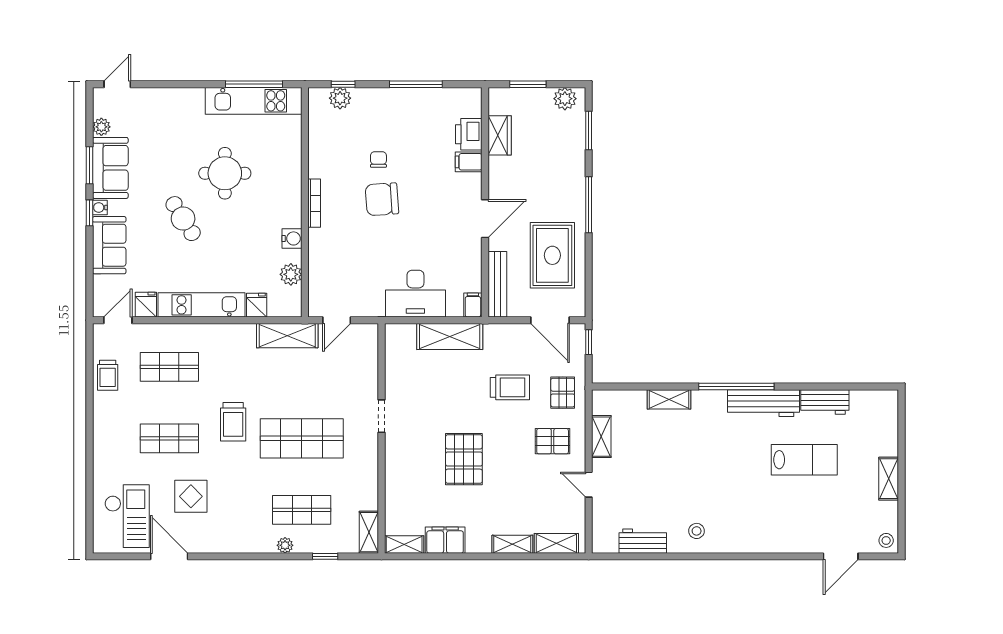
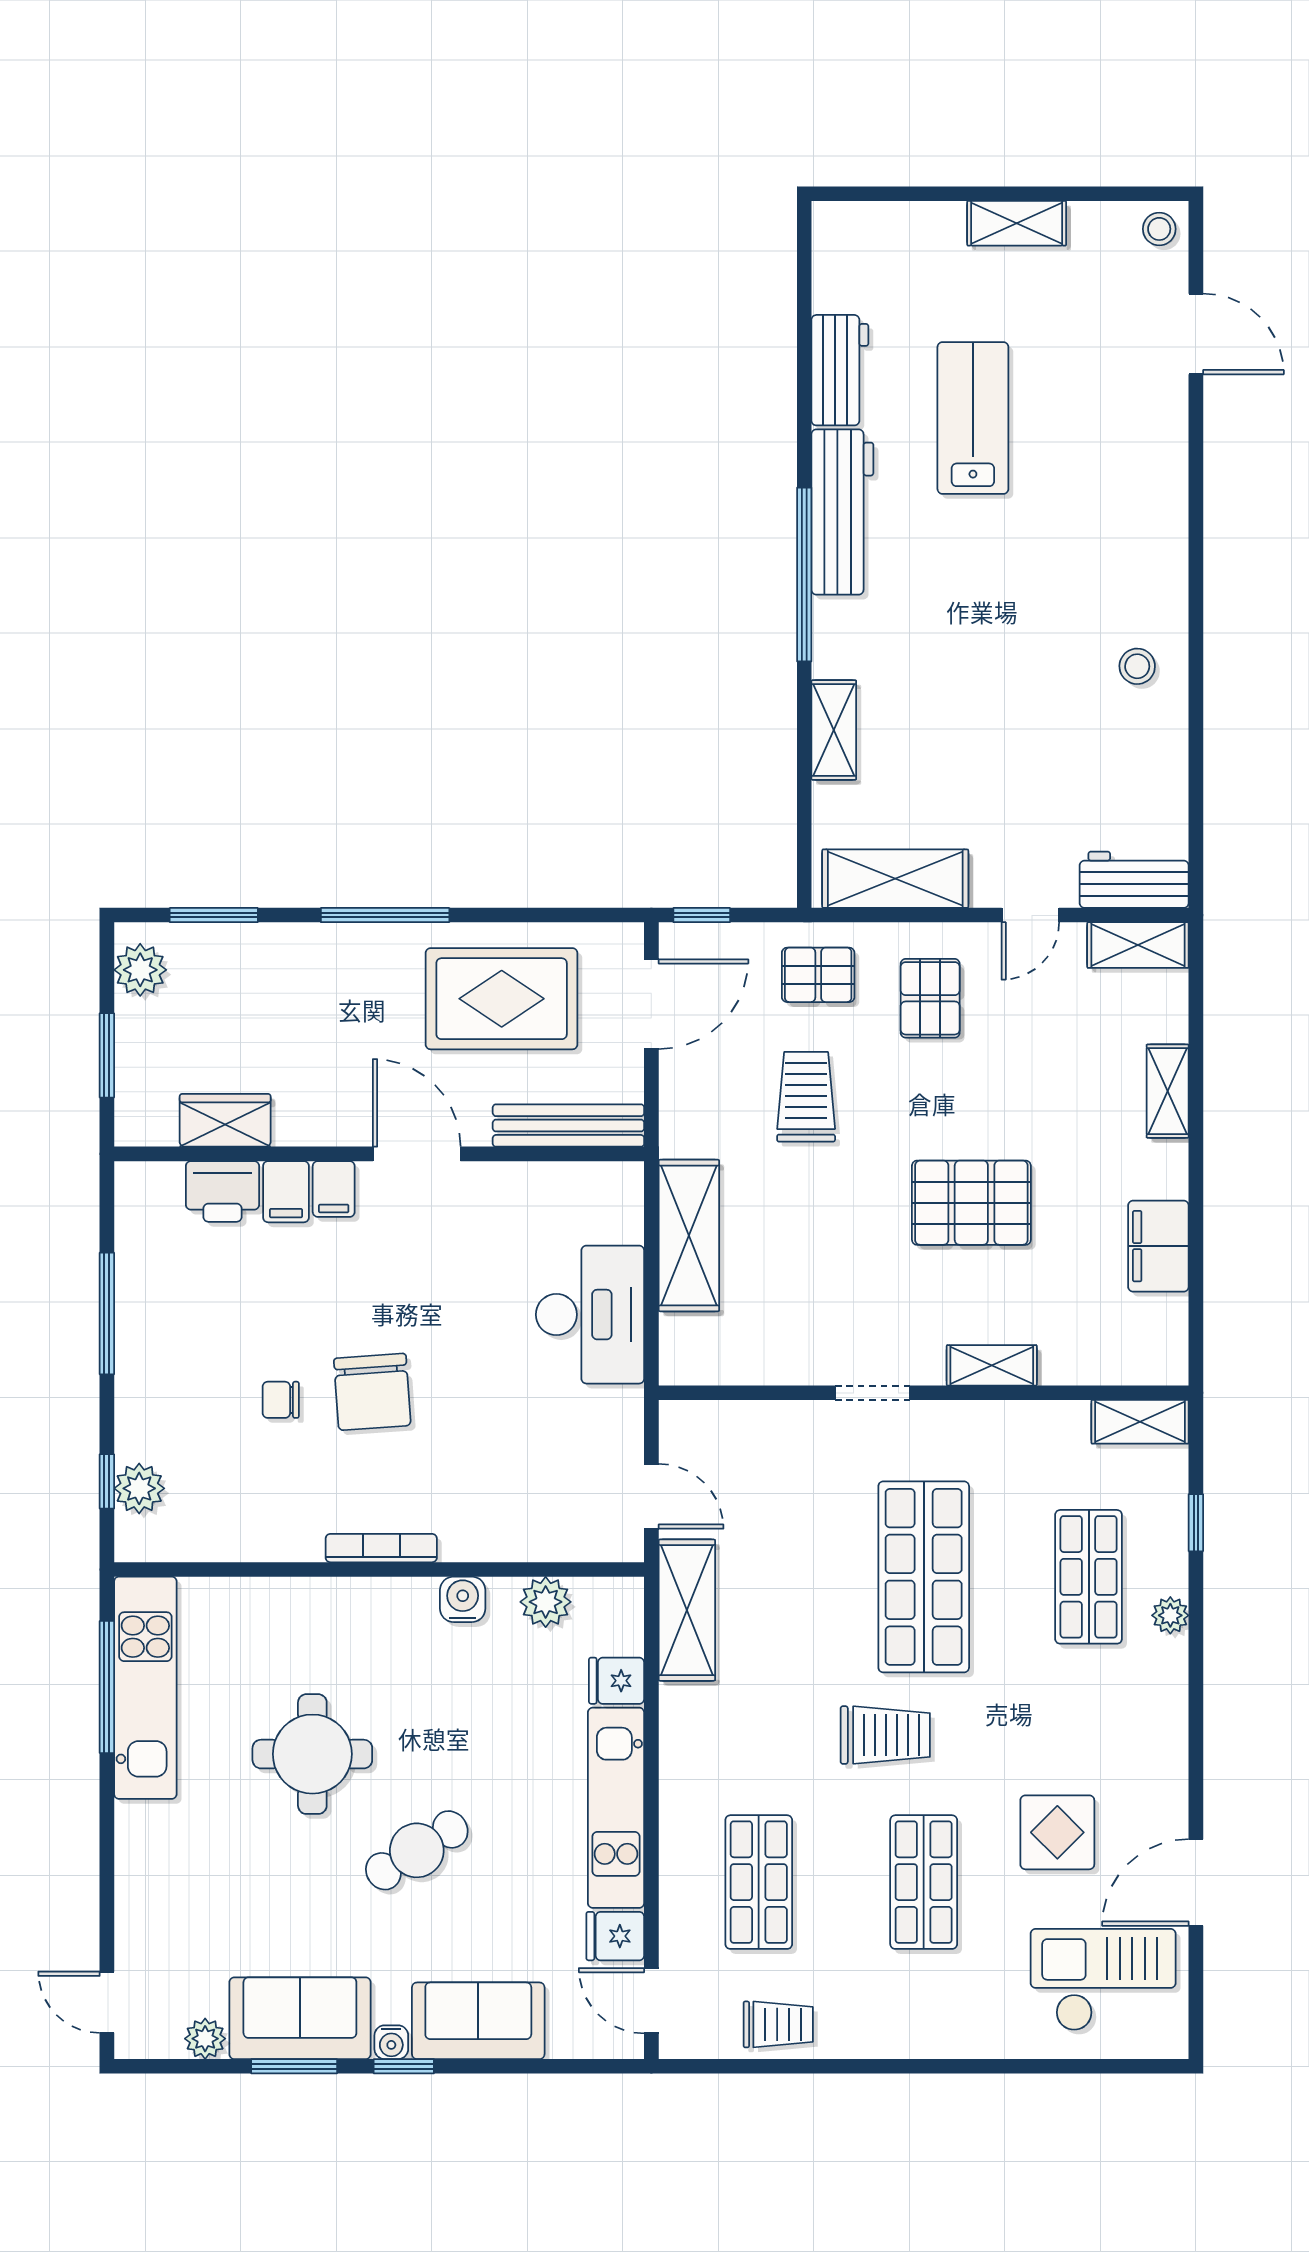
filing cabinet: (473, 305) -> (334, 1189), moved, turned -90
shelving: (601, 437) -> (895, 879), width x1.50, depth x1.33
workbench: (643, 541) -> (1134, 880), moved, turned 90
shelving: (556, 543) -> (1138, 945), moved, turned 90
shelving: (404, 544) -> (992, 1365), moved, turned 90

